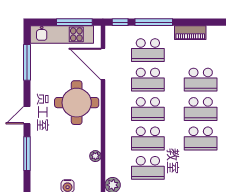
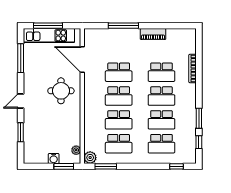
window: (74, 22) -> (48, 26), moved
window: (120, 22) -> (96, 26), removed
school desk: (148, 50) -> (161, 144), moved
round table: (77, 103) -> (61, 91), width x0.73, depth x0.73
window: (27, 154) -> (21, 132), width x0.69
plant: (95, 156) -> (76, 150), moved

